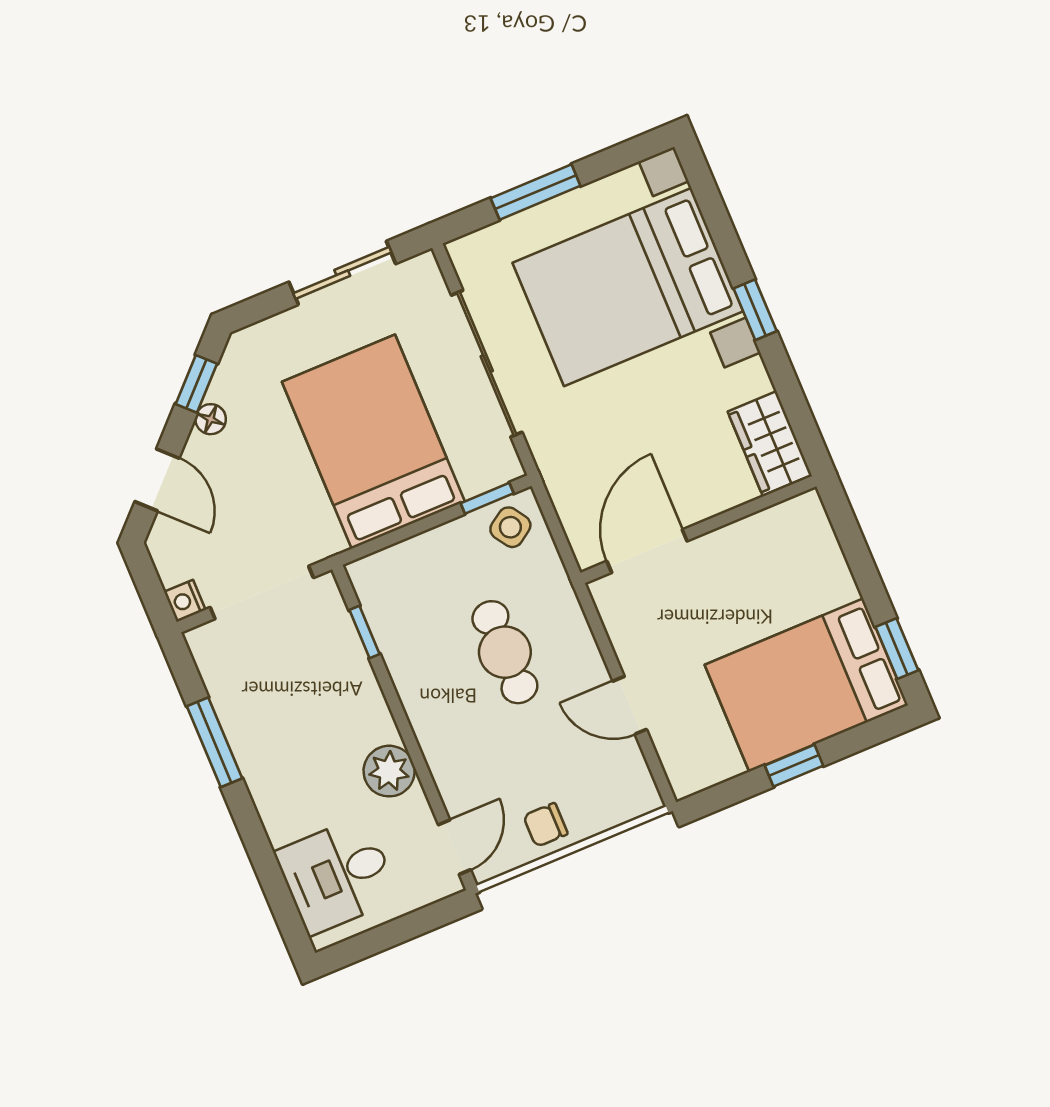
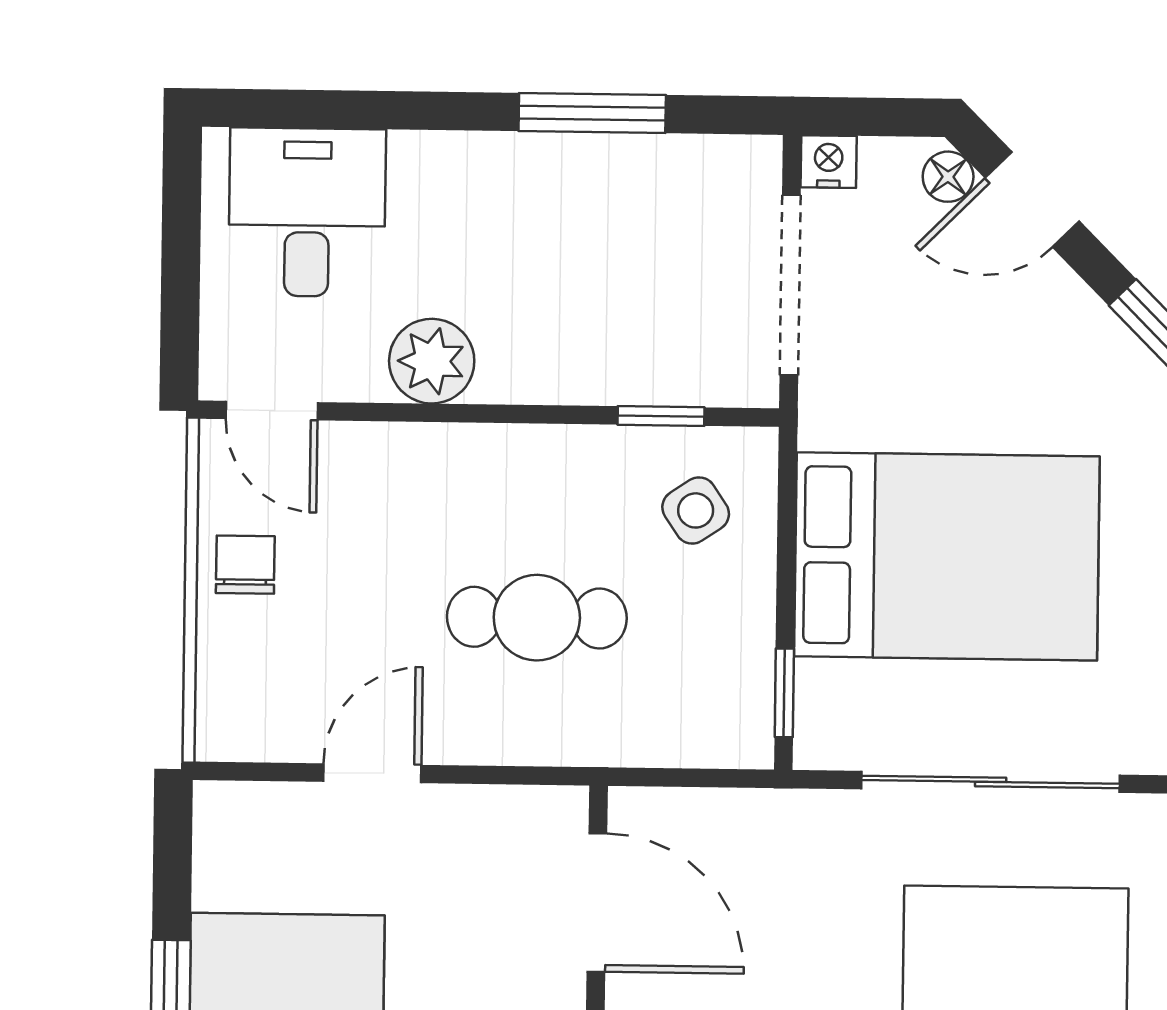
floor lamp: (211, 419) -> (948, 177), moved
side table: (510, 527) -> (696, 510), moved

